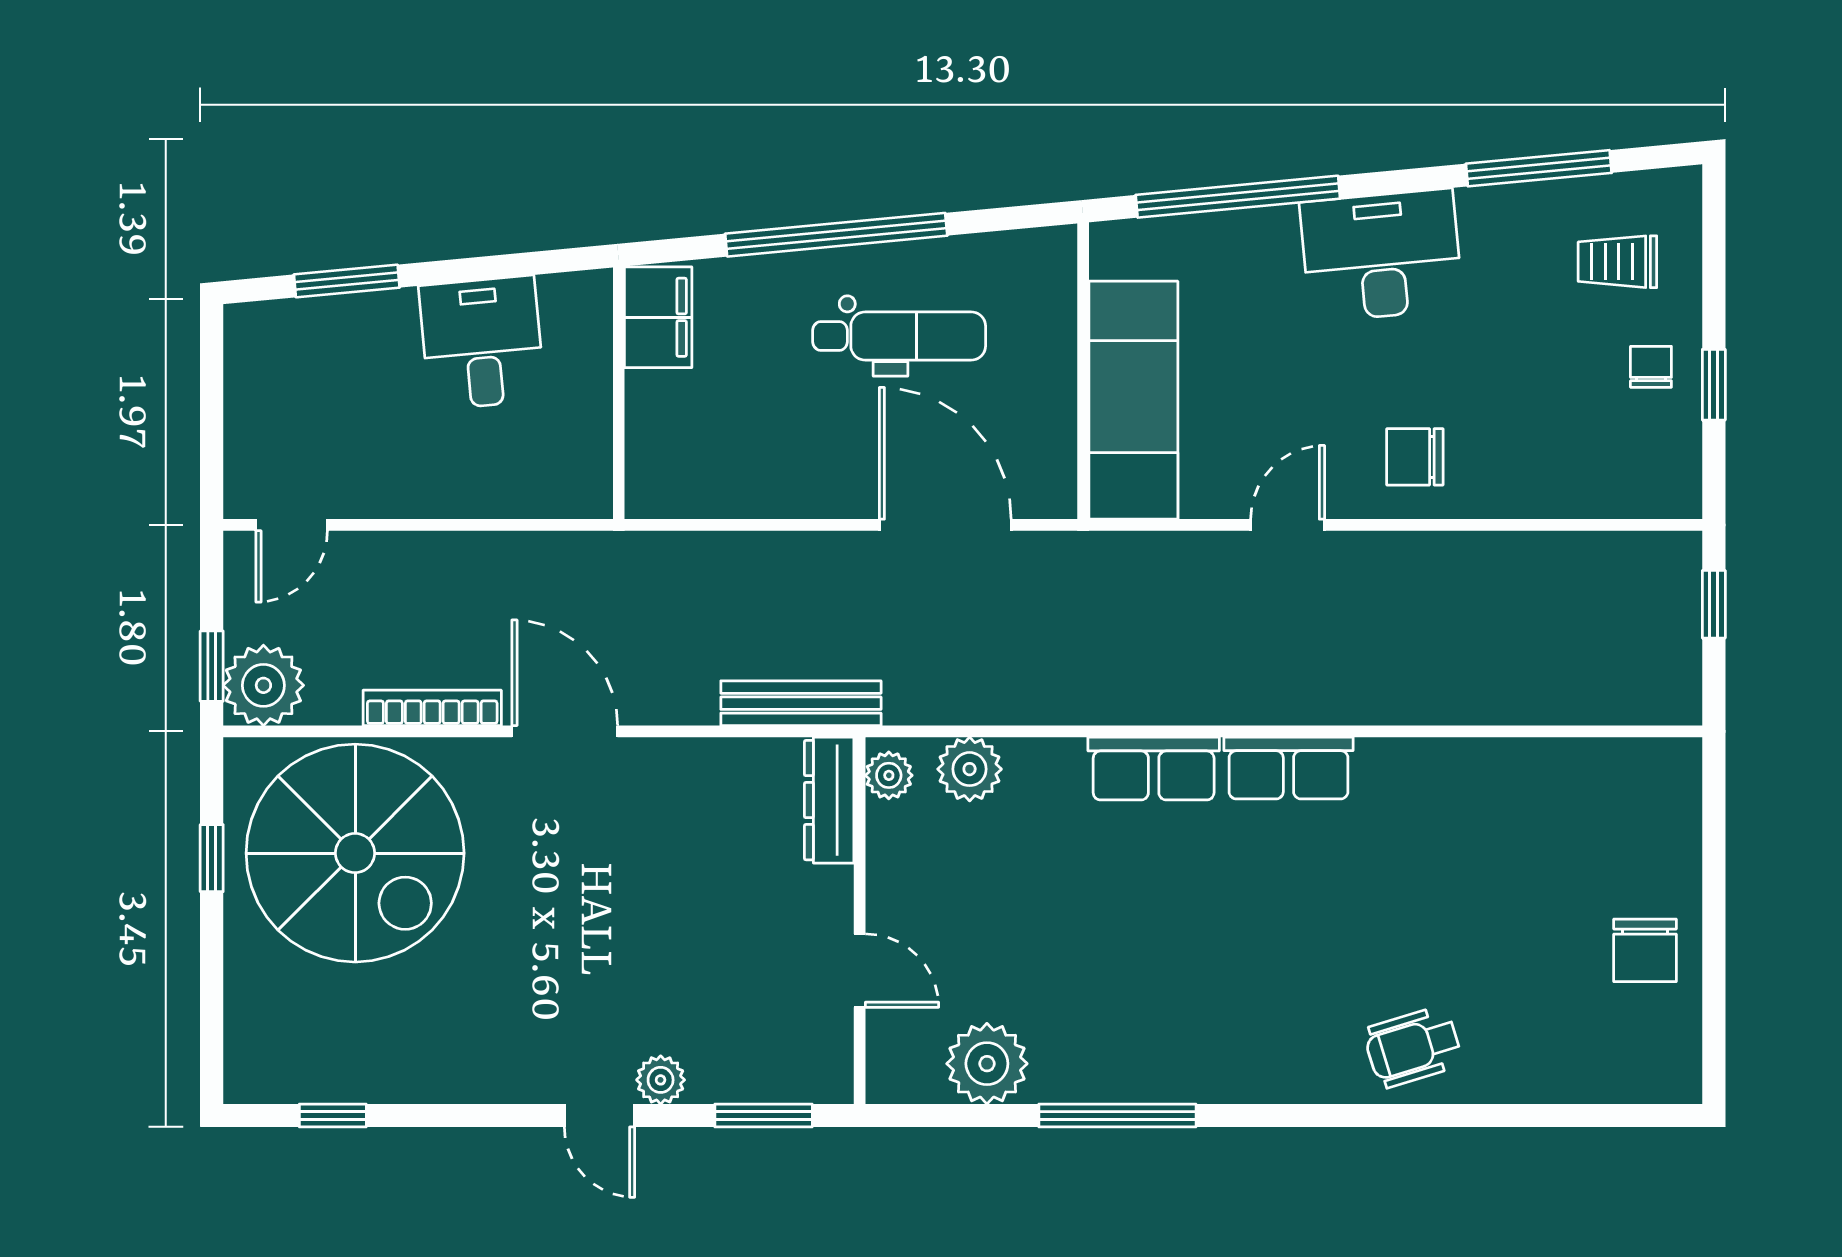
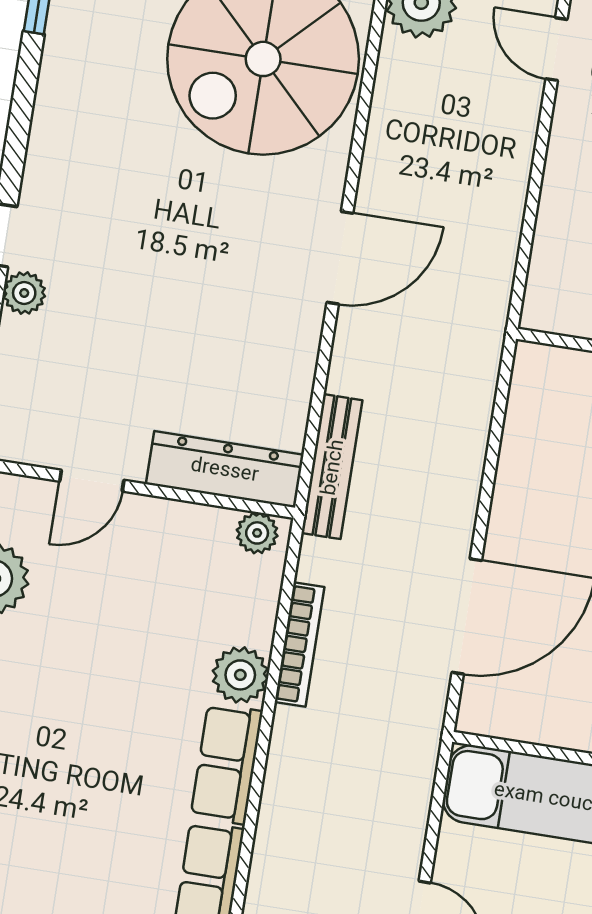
bookcase: (432, 708) -> (299, 645), moved
plant: (970, 769) -> (240, 675), moved
dresser: (829, 800) -> (225, 469), width x1.37, depth x1.24

